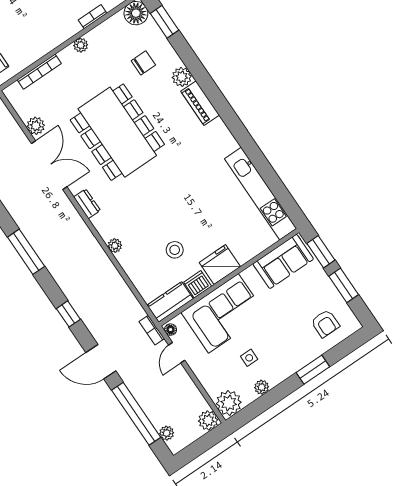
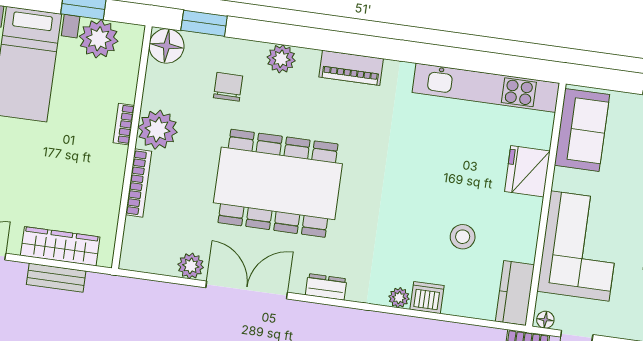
bookcase: (93, 17) -> (124, 124), moved
plant: (81, 45) -> (158, 130), width x1.88, depth x1.88
bookcase: (39, 72) -> (139, 183), moved
piano: (200, 103) -> (351, 68), moved
window: (321, 252) -> (609, 79), removed
fridge: (220, 265) -> (527, 171), moved
dishwasher: (198, 284) -> (427, 298), moved, turned 90

